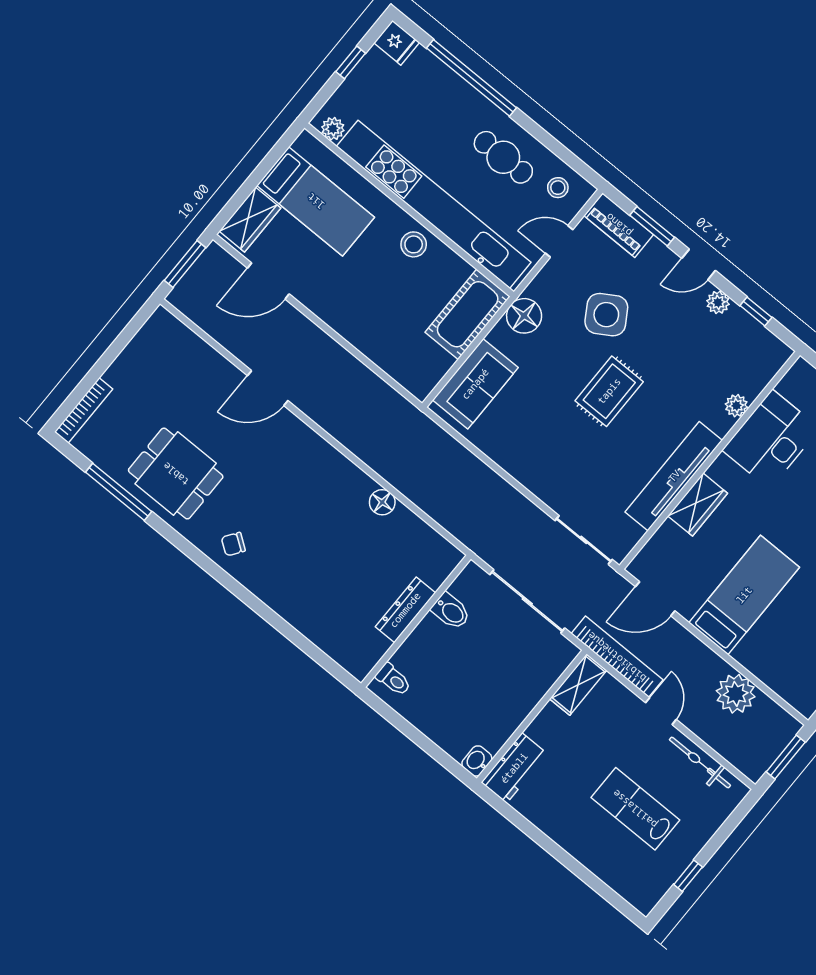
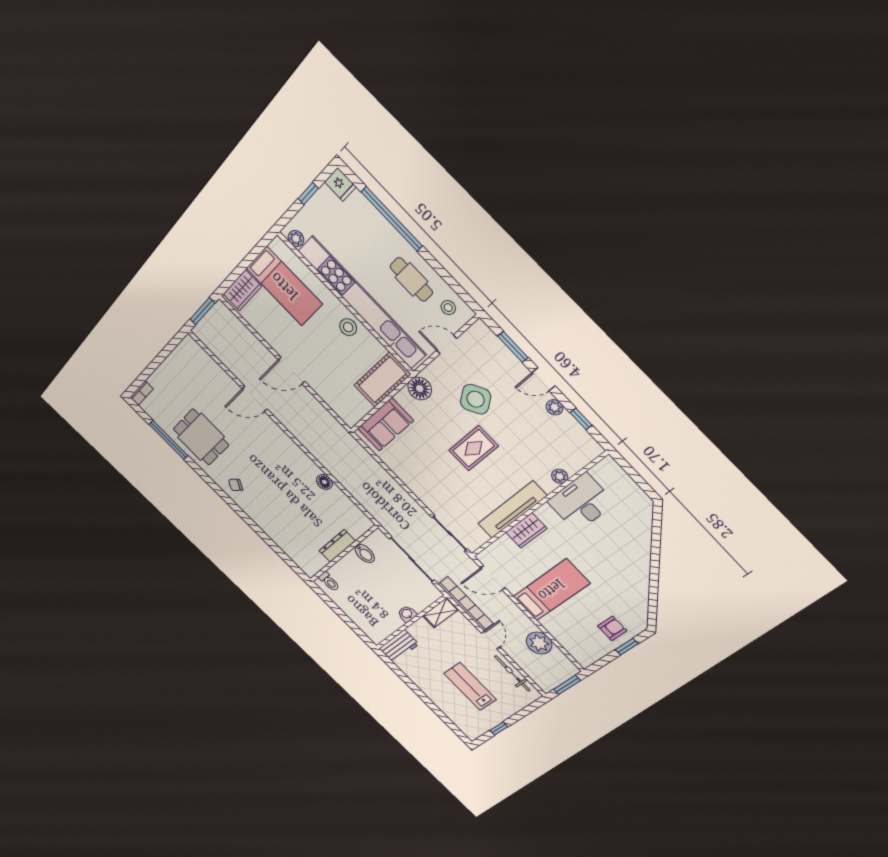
piano: (619, 225) -> (489, 342), removed
door: (268, 281) -> (291, 370), moved
bookcase: (84, 410) -> (142, 393), width x0.64
washbasin: (477, 761) -> (407, 614), moved

